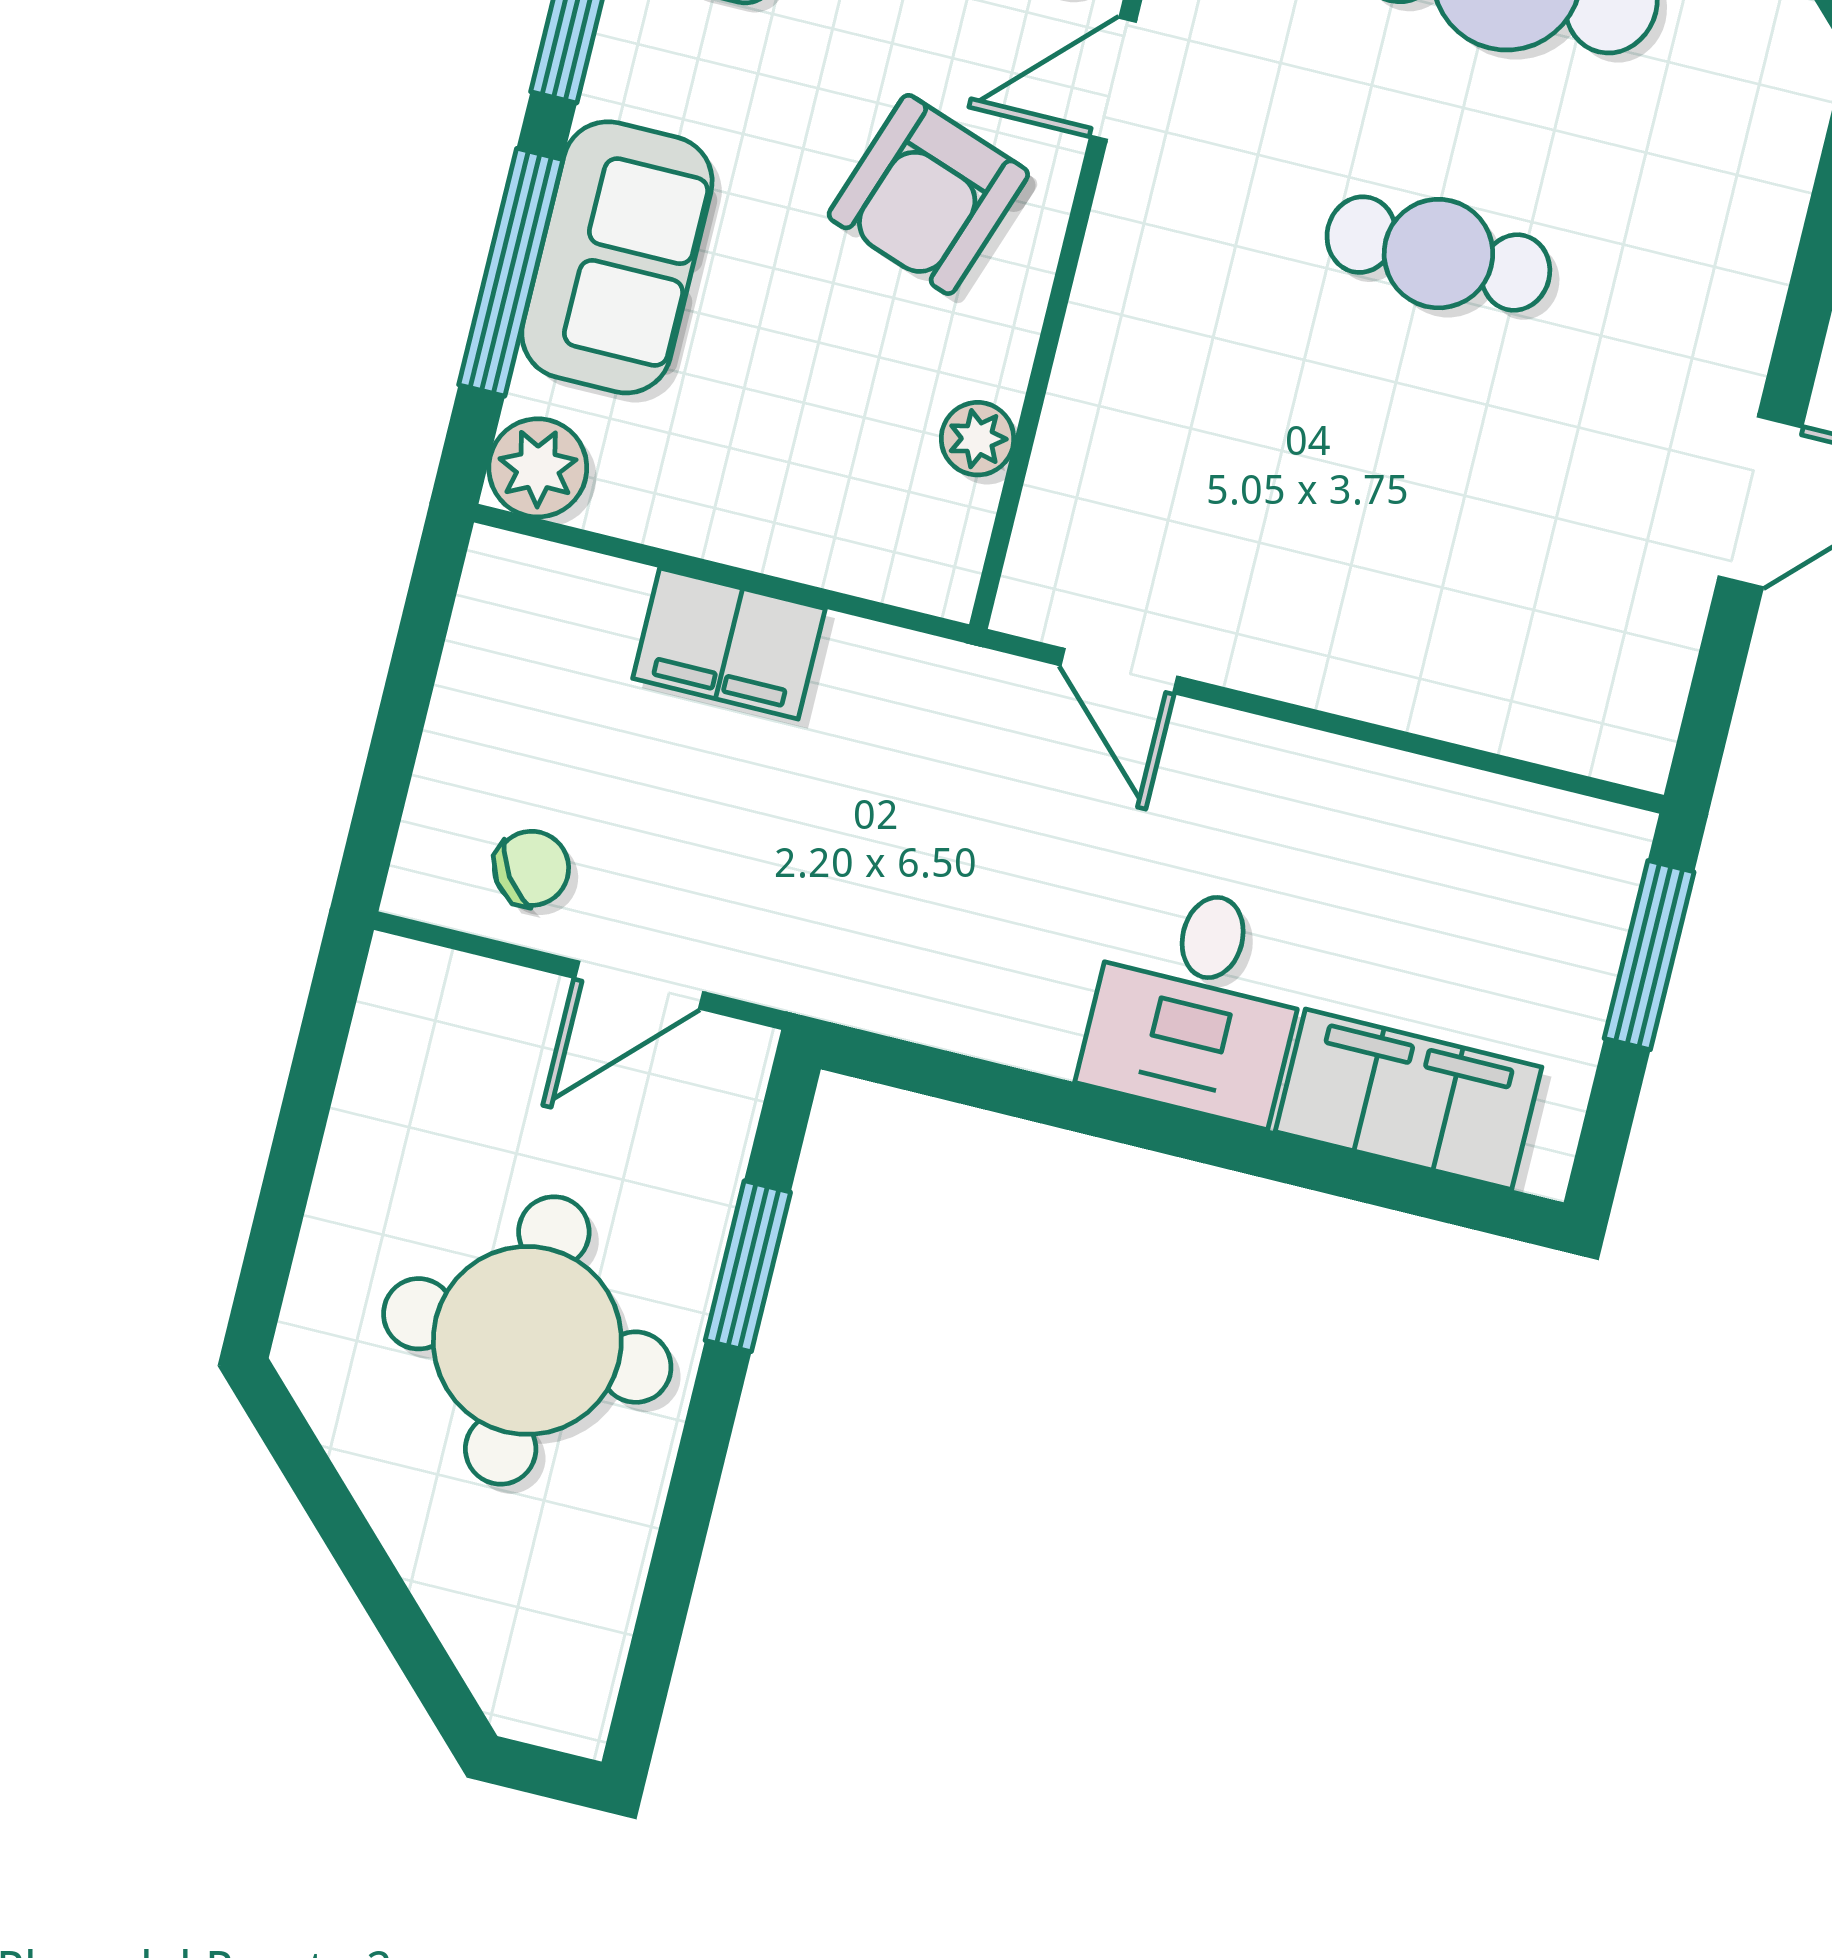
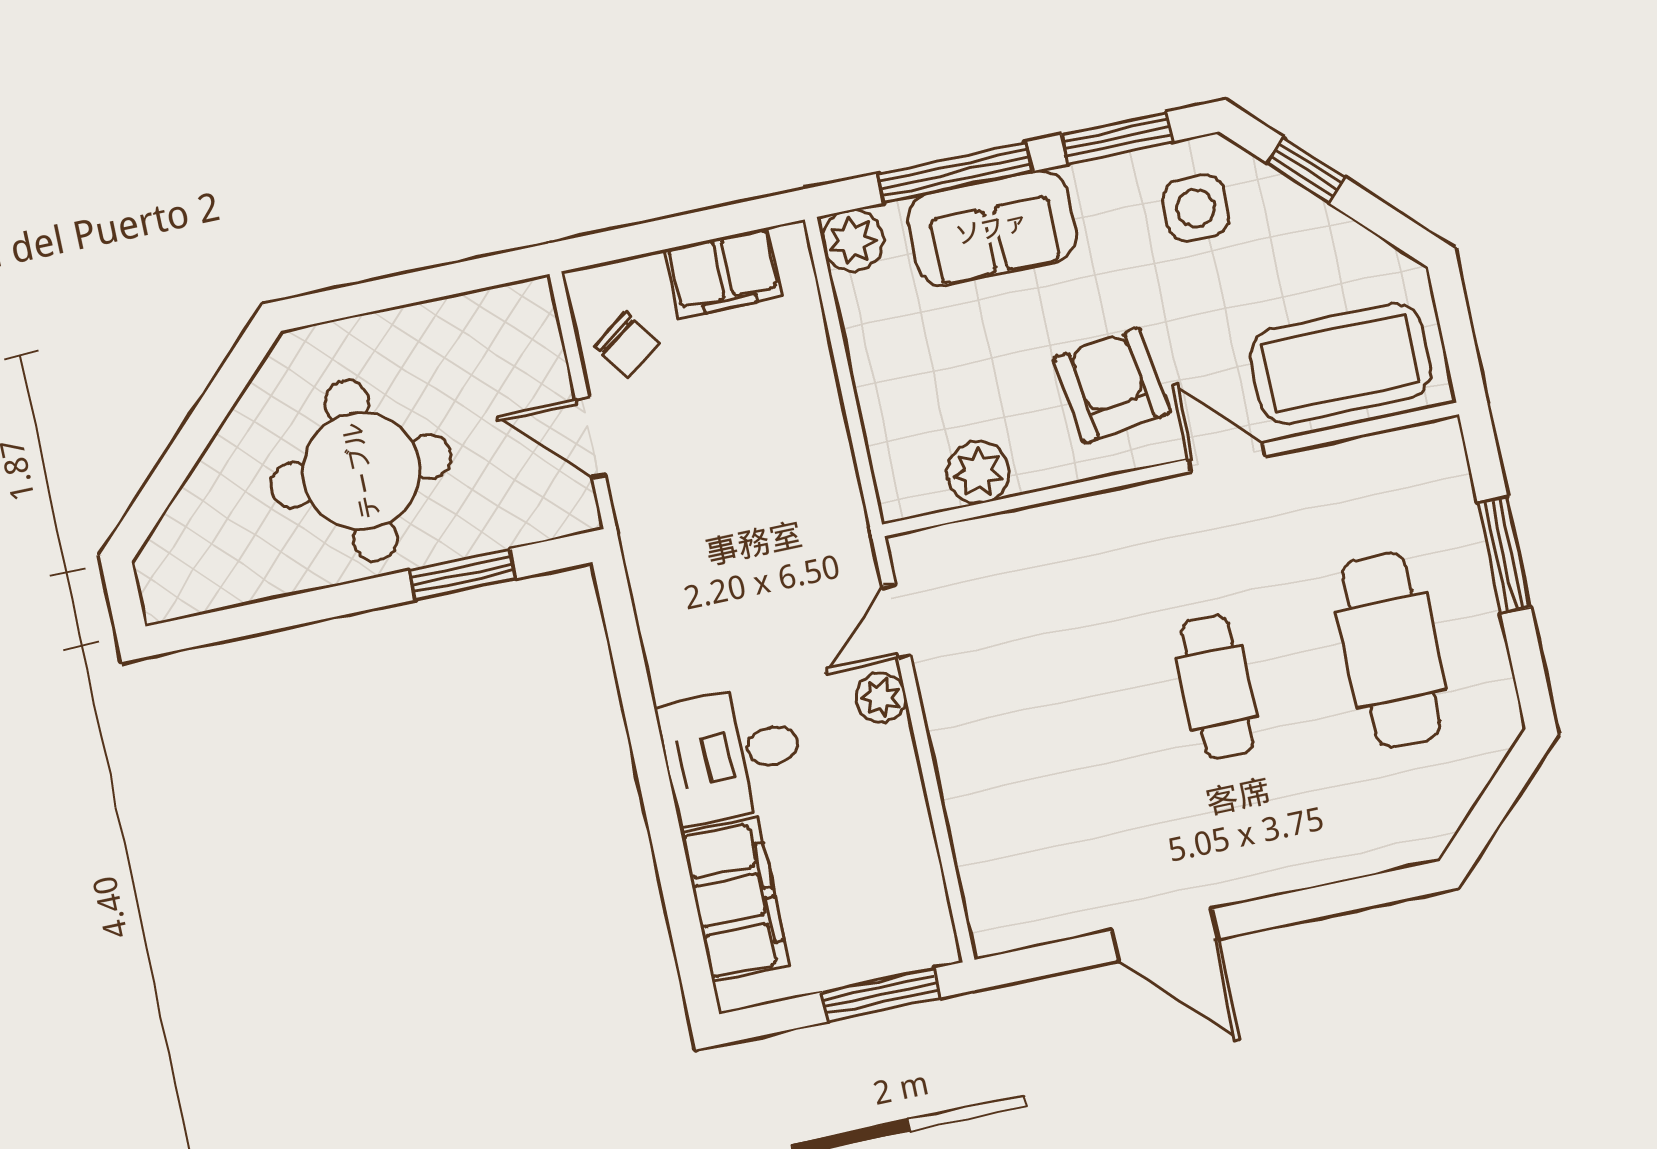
armchair: (928, 194) -> (1112, 385), turned 63
plant: (977, 439) -> (978, 472), width x1.38, depth x1.38
filing cabinet: (729, 644) -> (724, 273), moved, turned -90
plant: (1219, 747) -> (881, 698), added

